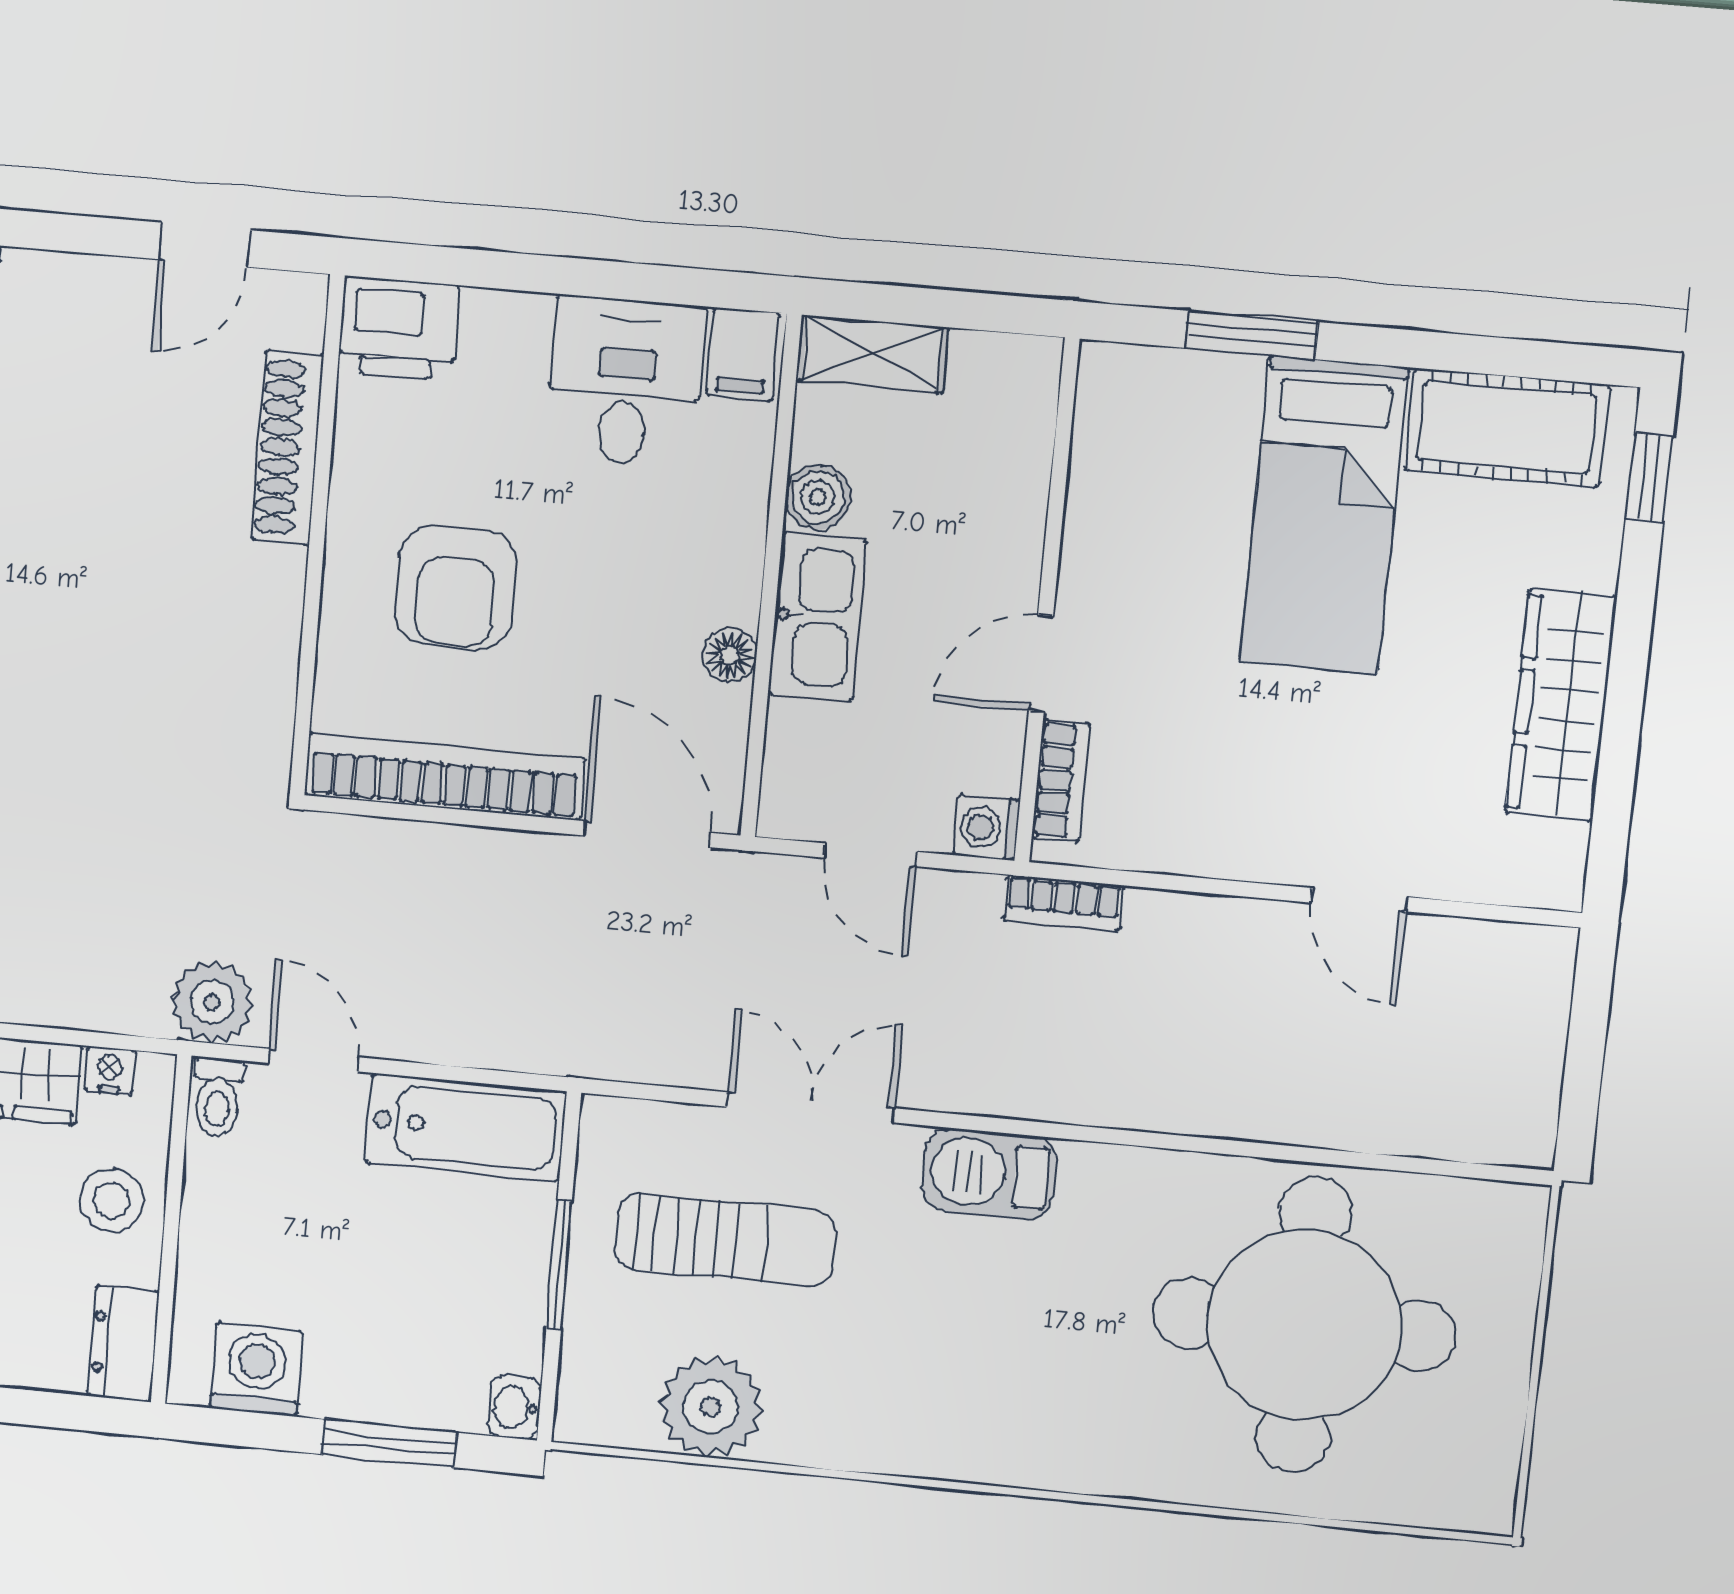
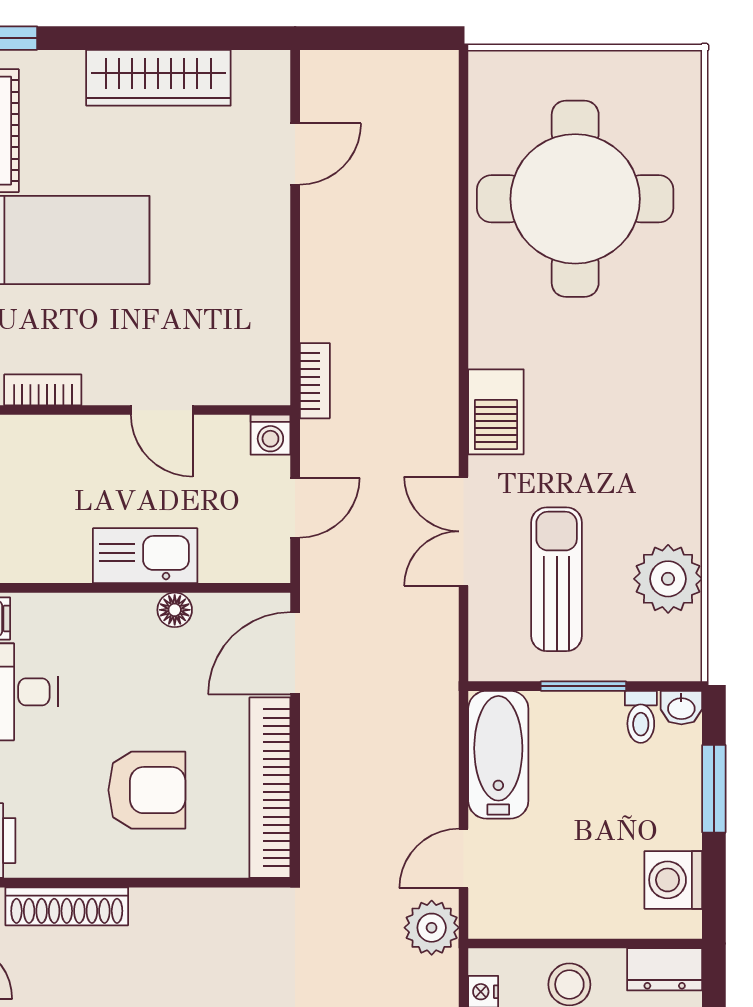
boiler: (818, 497) -> (68, 562), removed
bookcase: (1061, 780) -> (43, 390), moved
door: (1359, 900) -> (295, 154), moved
toilet: (218, 1097) -> (641, 717), moved, turned 90

